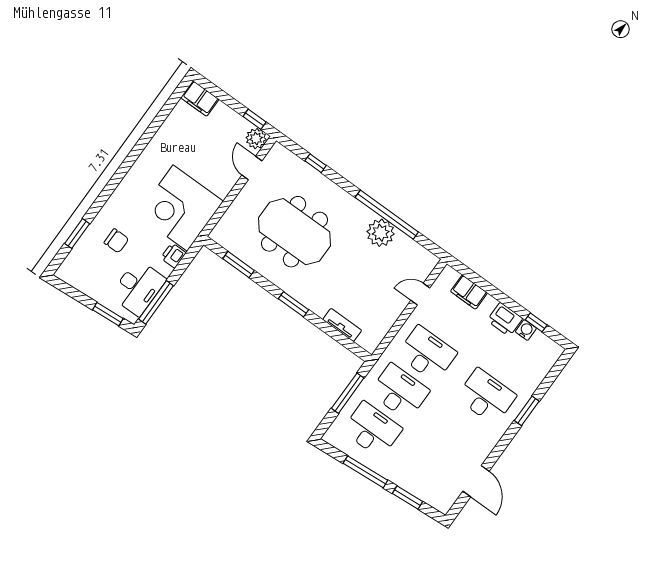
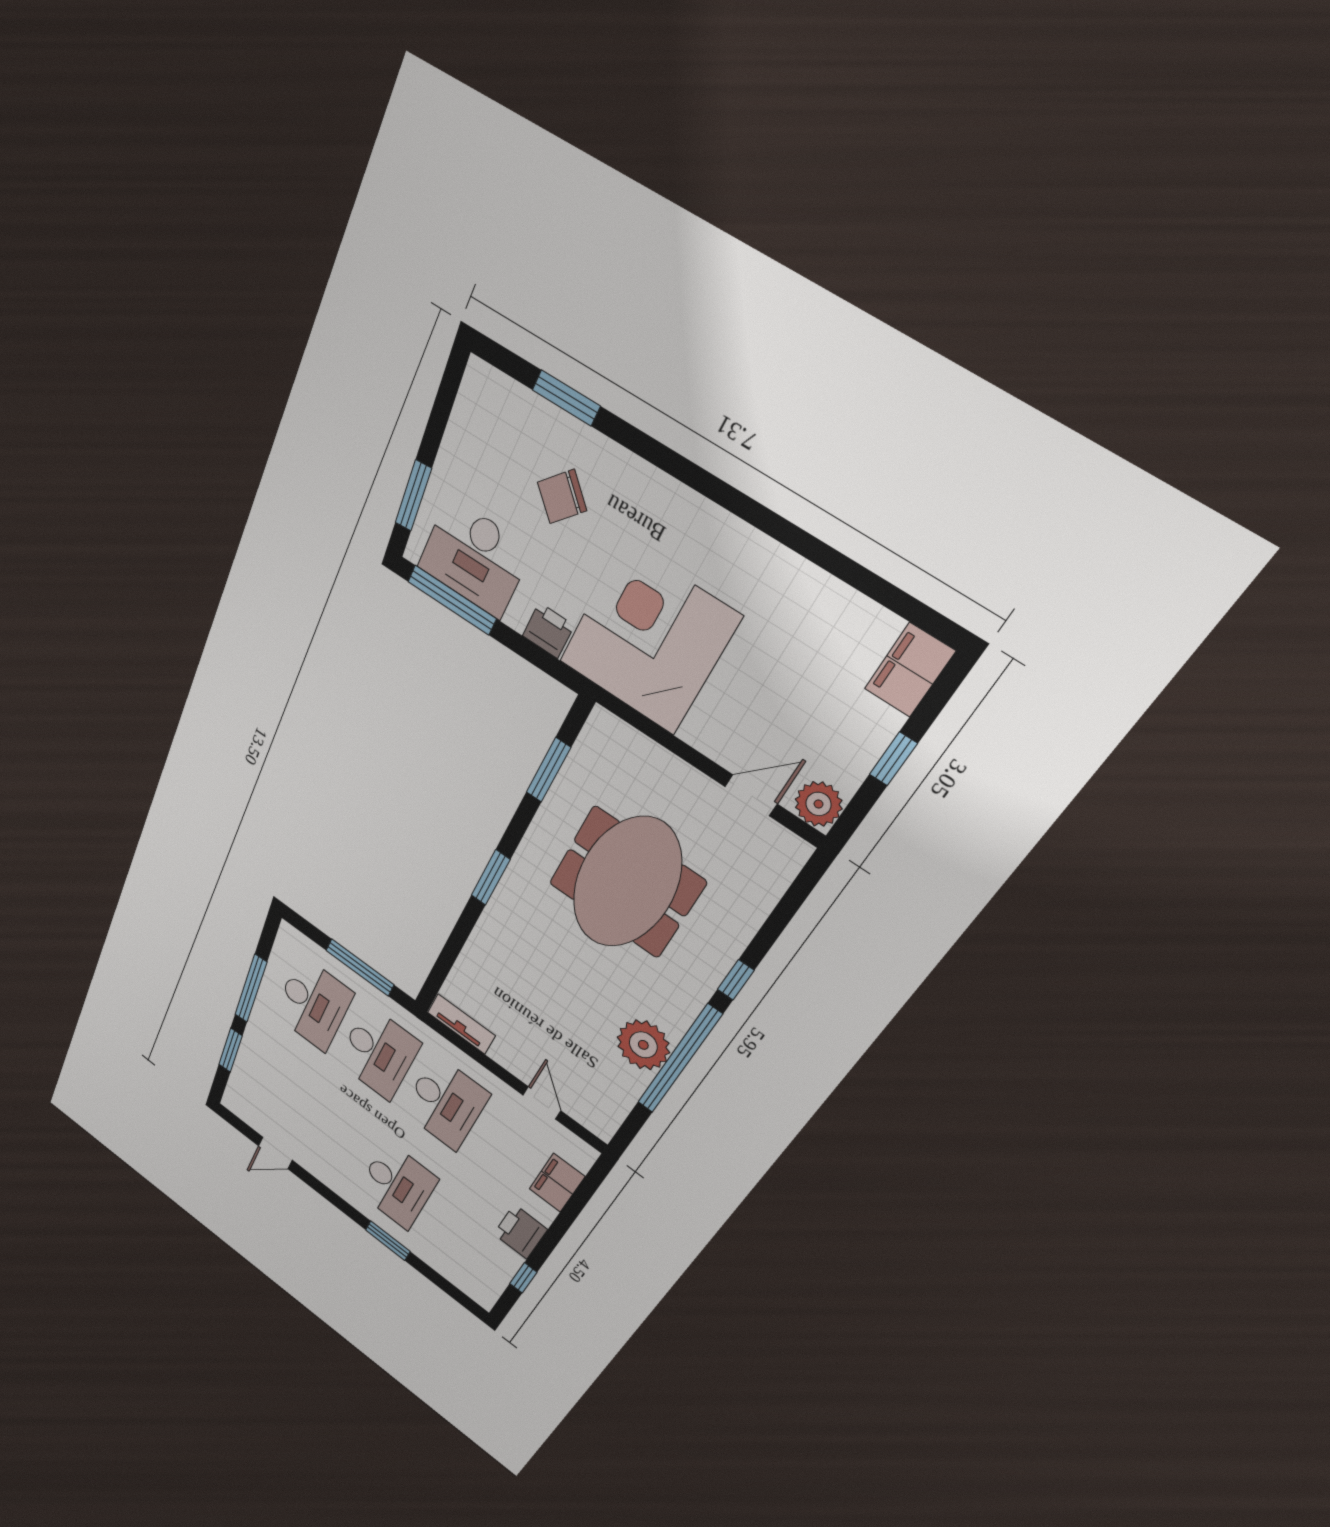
window: (255, 119) -> (893, 759), moved
window: (316, 163) -> (736, 980), moved
chair: (116, 241) -> (562, 496), turned 43
tv unit: (342, 325) -> (461, 1024), moved, turned -90
water cooler: (526, 330) -> (509, 1261), removed
door: (476, 481) -> (275, 1153), width x0.73

